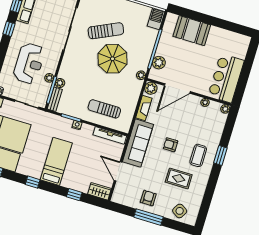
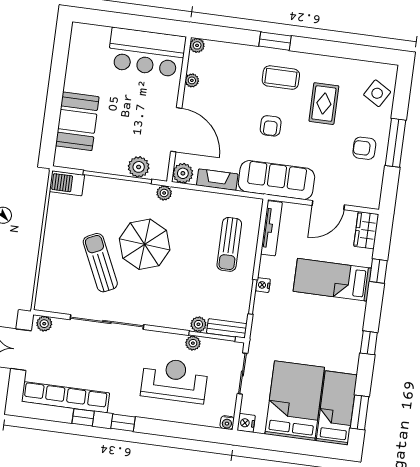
bed: (56, 161) -> (332, 280), moved

